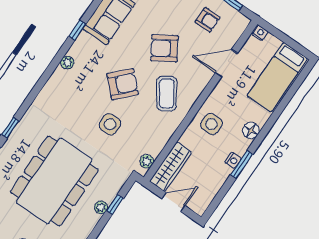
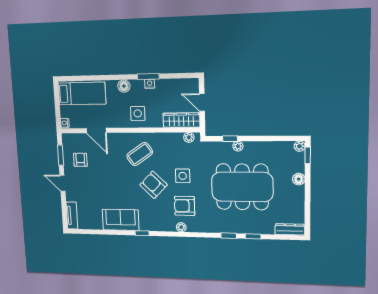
armchair: (164, 48) -> (185, 206), moved, turned 122
plant: (67, 62) -> (181, 227), moved

